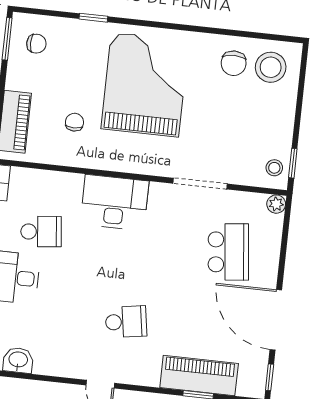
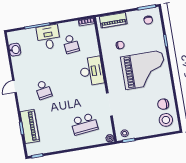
door: (276, 320) -> (62, 152), removed

